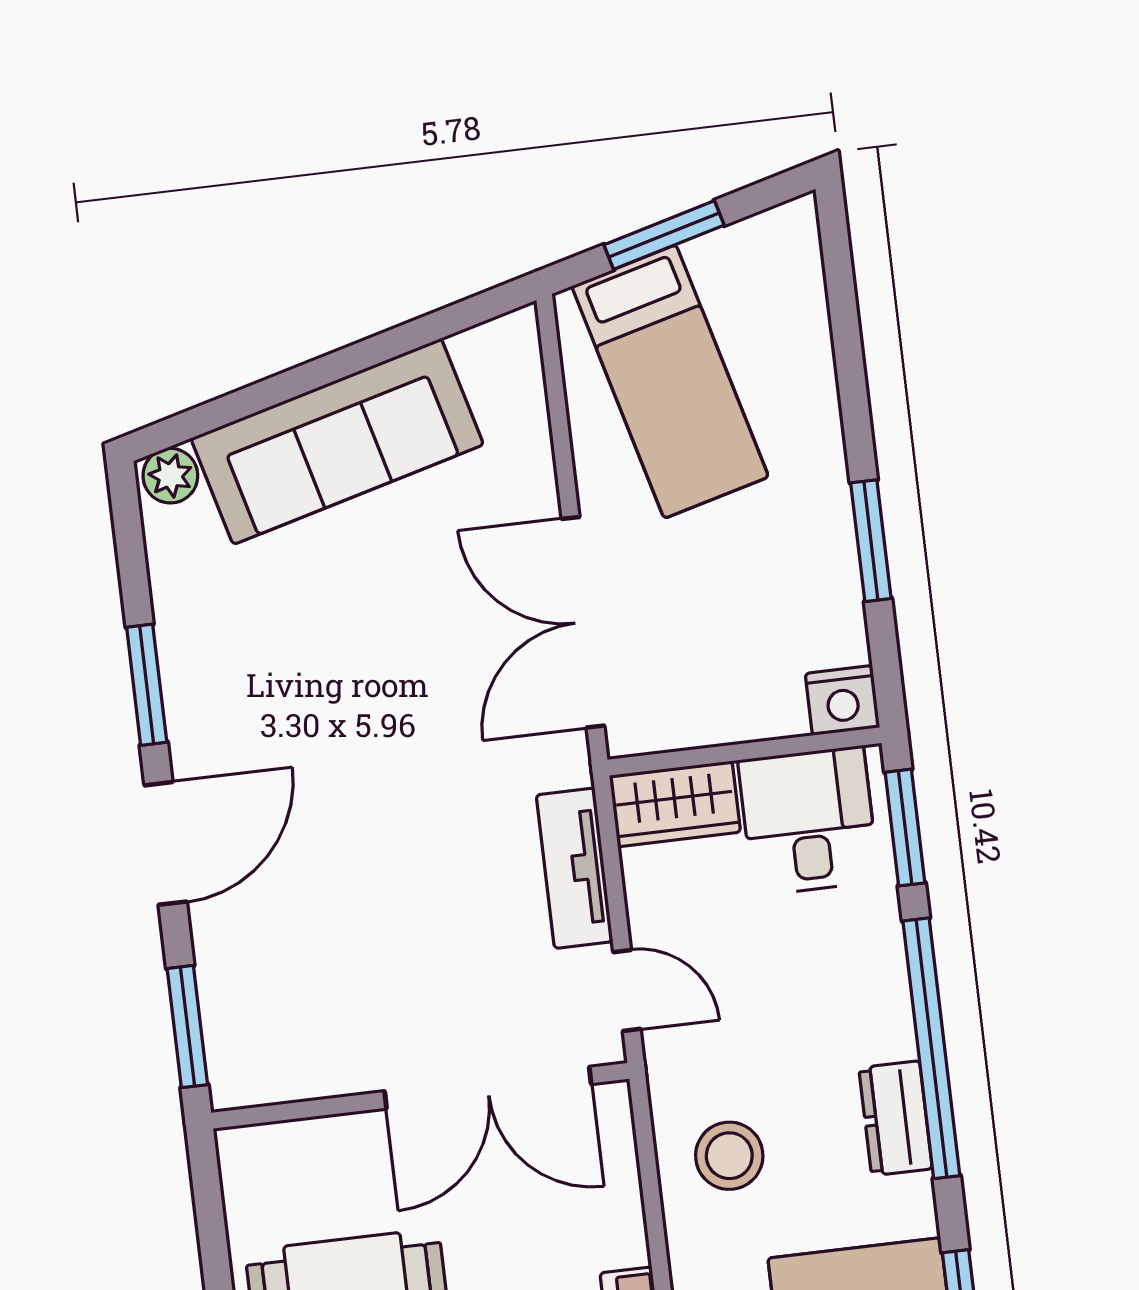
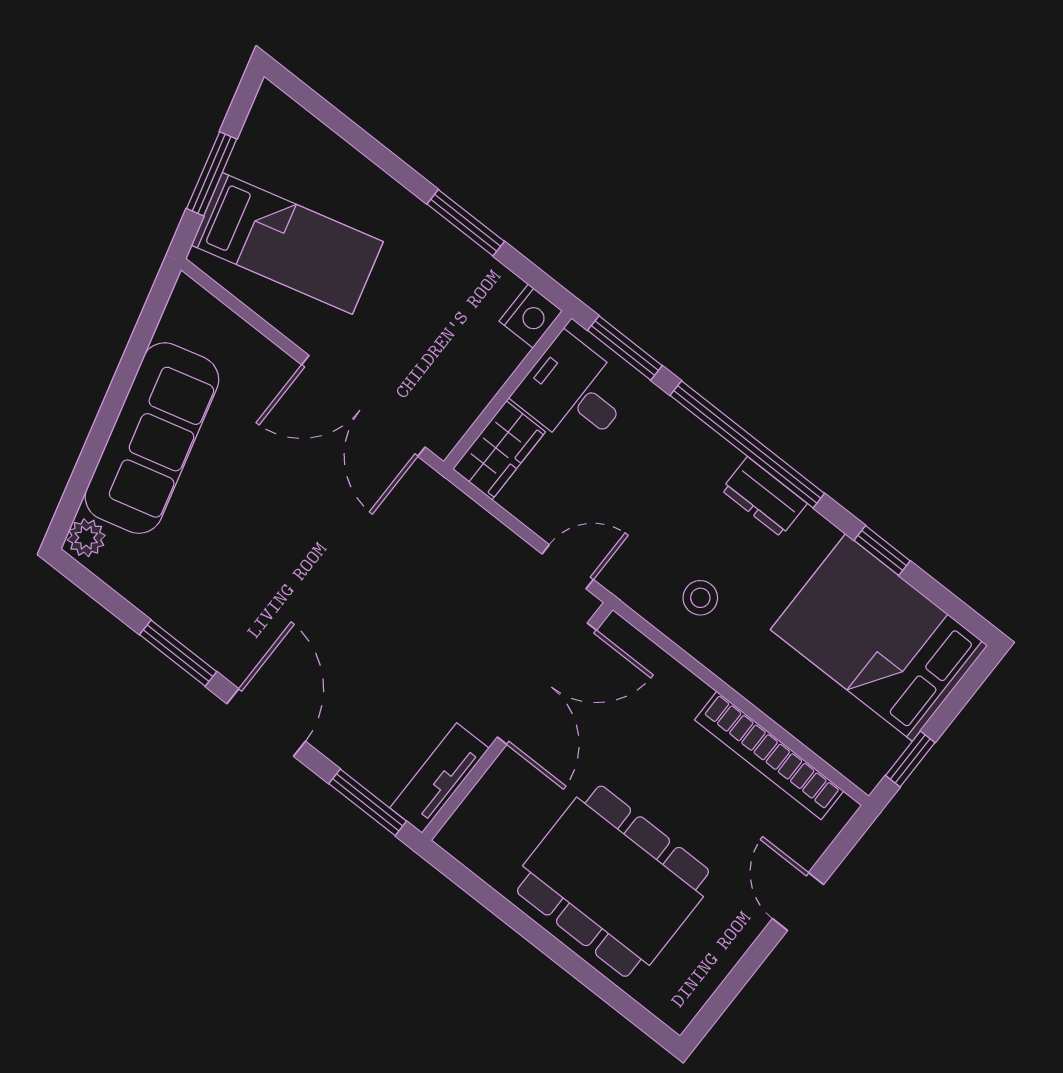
tv unit: (575, 868) -> (439, 778), moved, turned 90
stool: (729, 1156) -> (700, 598), width x0.73, depth x0.73

